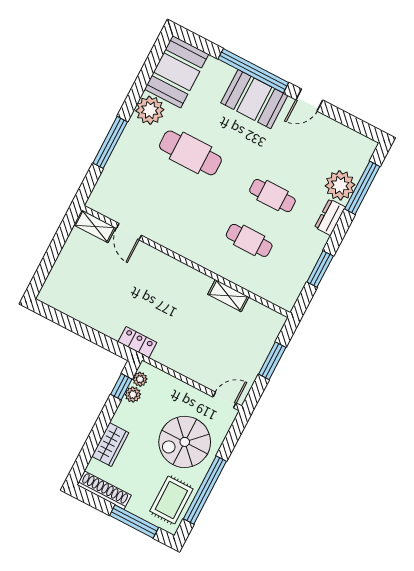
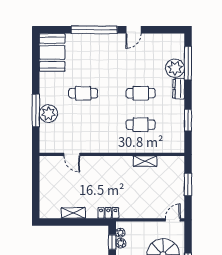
booth: (254, 99) -> (103, 45), removed
plant: (150, 110) -> (48, 114), moved
cafe table: (190, 153) -> (83, 93), width x0.73, depth x0.74
shelving: (95, 226) -> (73, 213), moved

